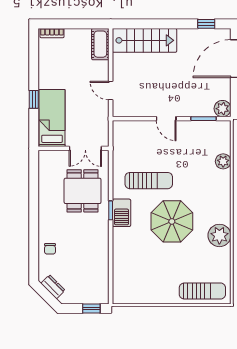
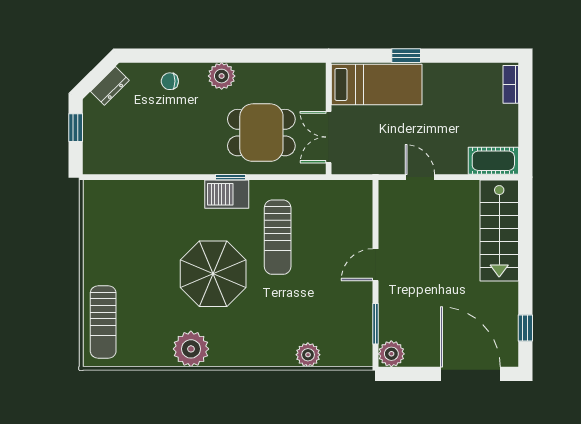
door: (111, 91) -> (420, 177), hinge flipped
plant: (47, 216) -> (222, 76), added
window: (91, 308) -> (76, 128), moved

